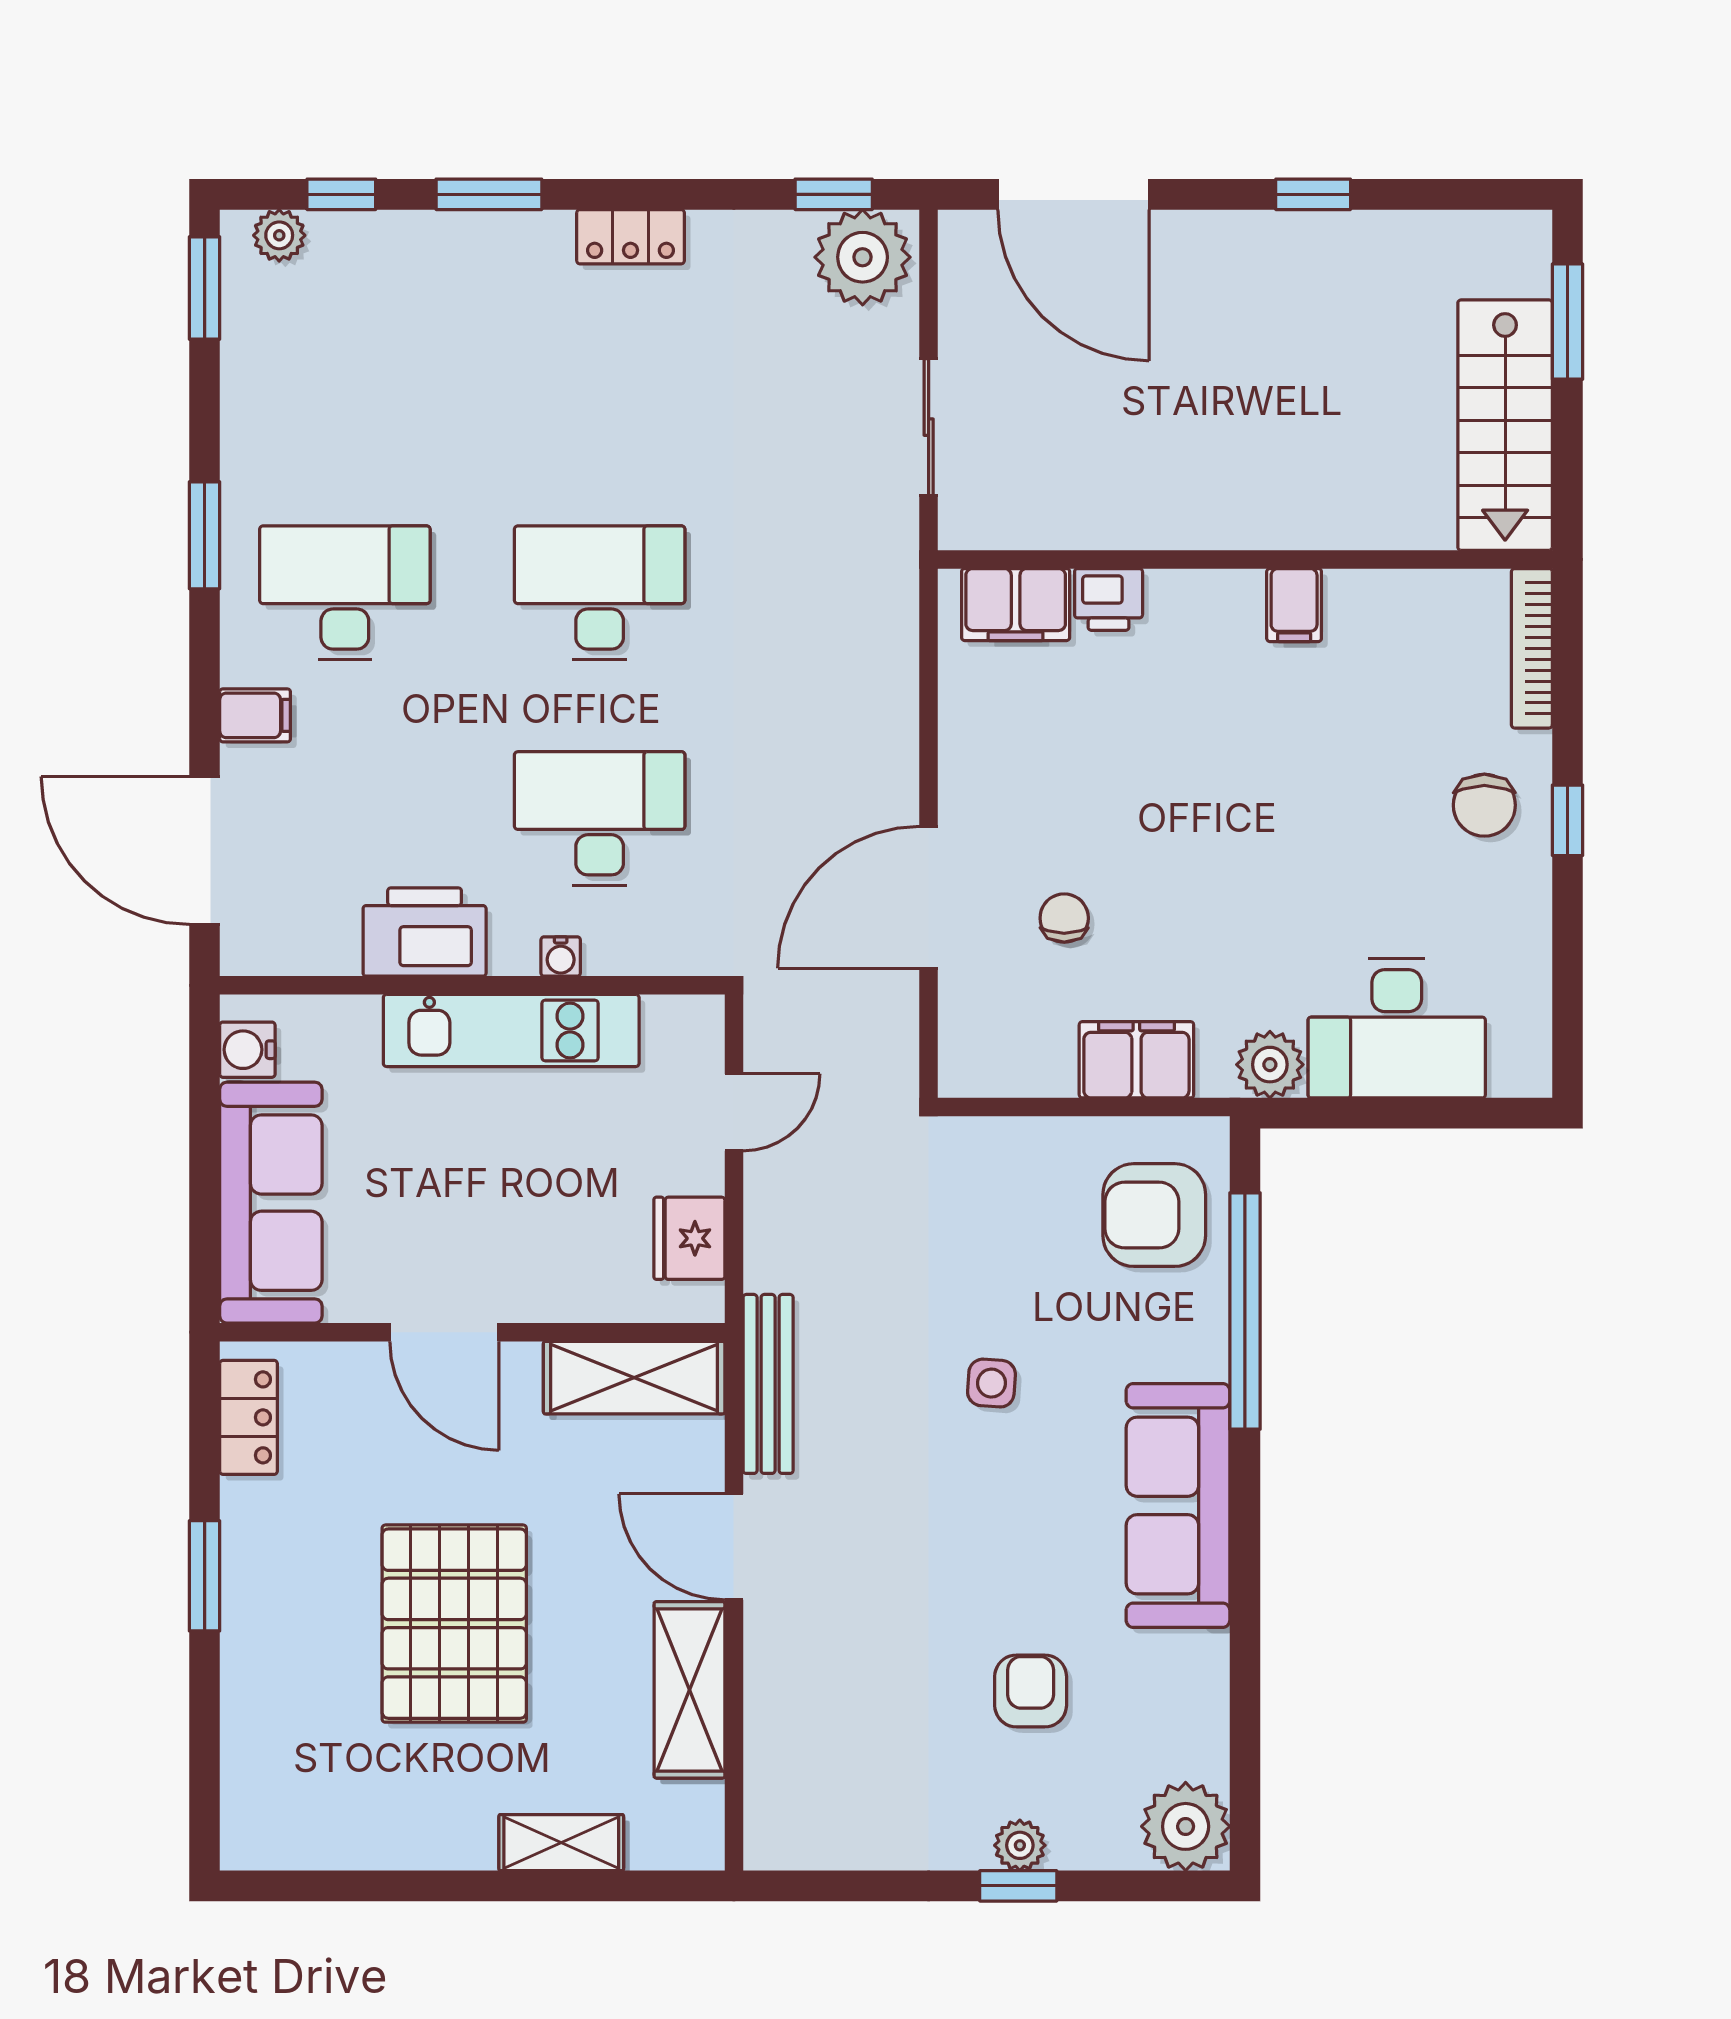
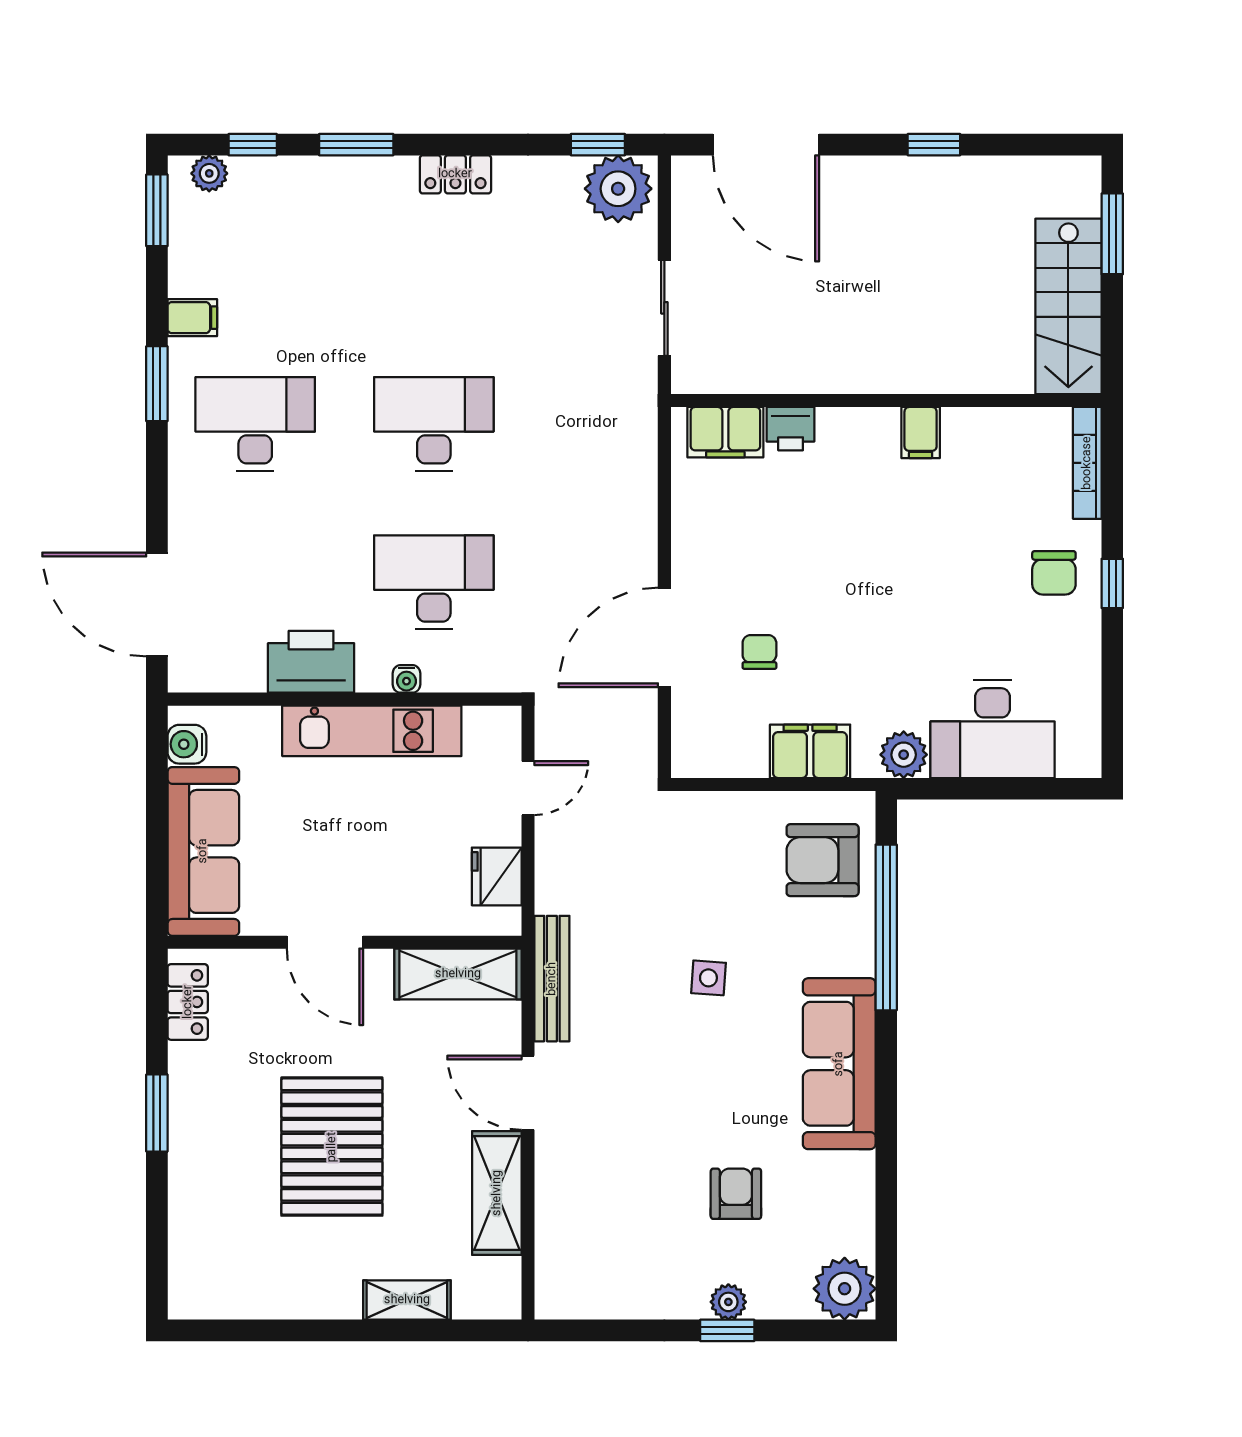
filing cabinet: (255, 715) -> (192, 318), moved

